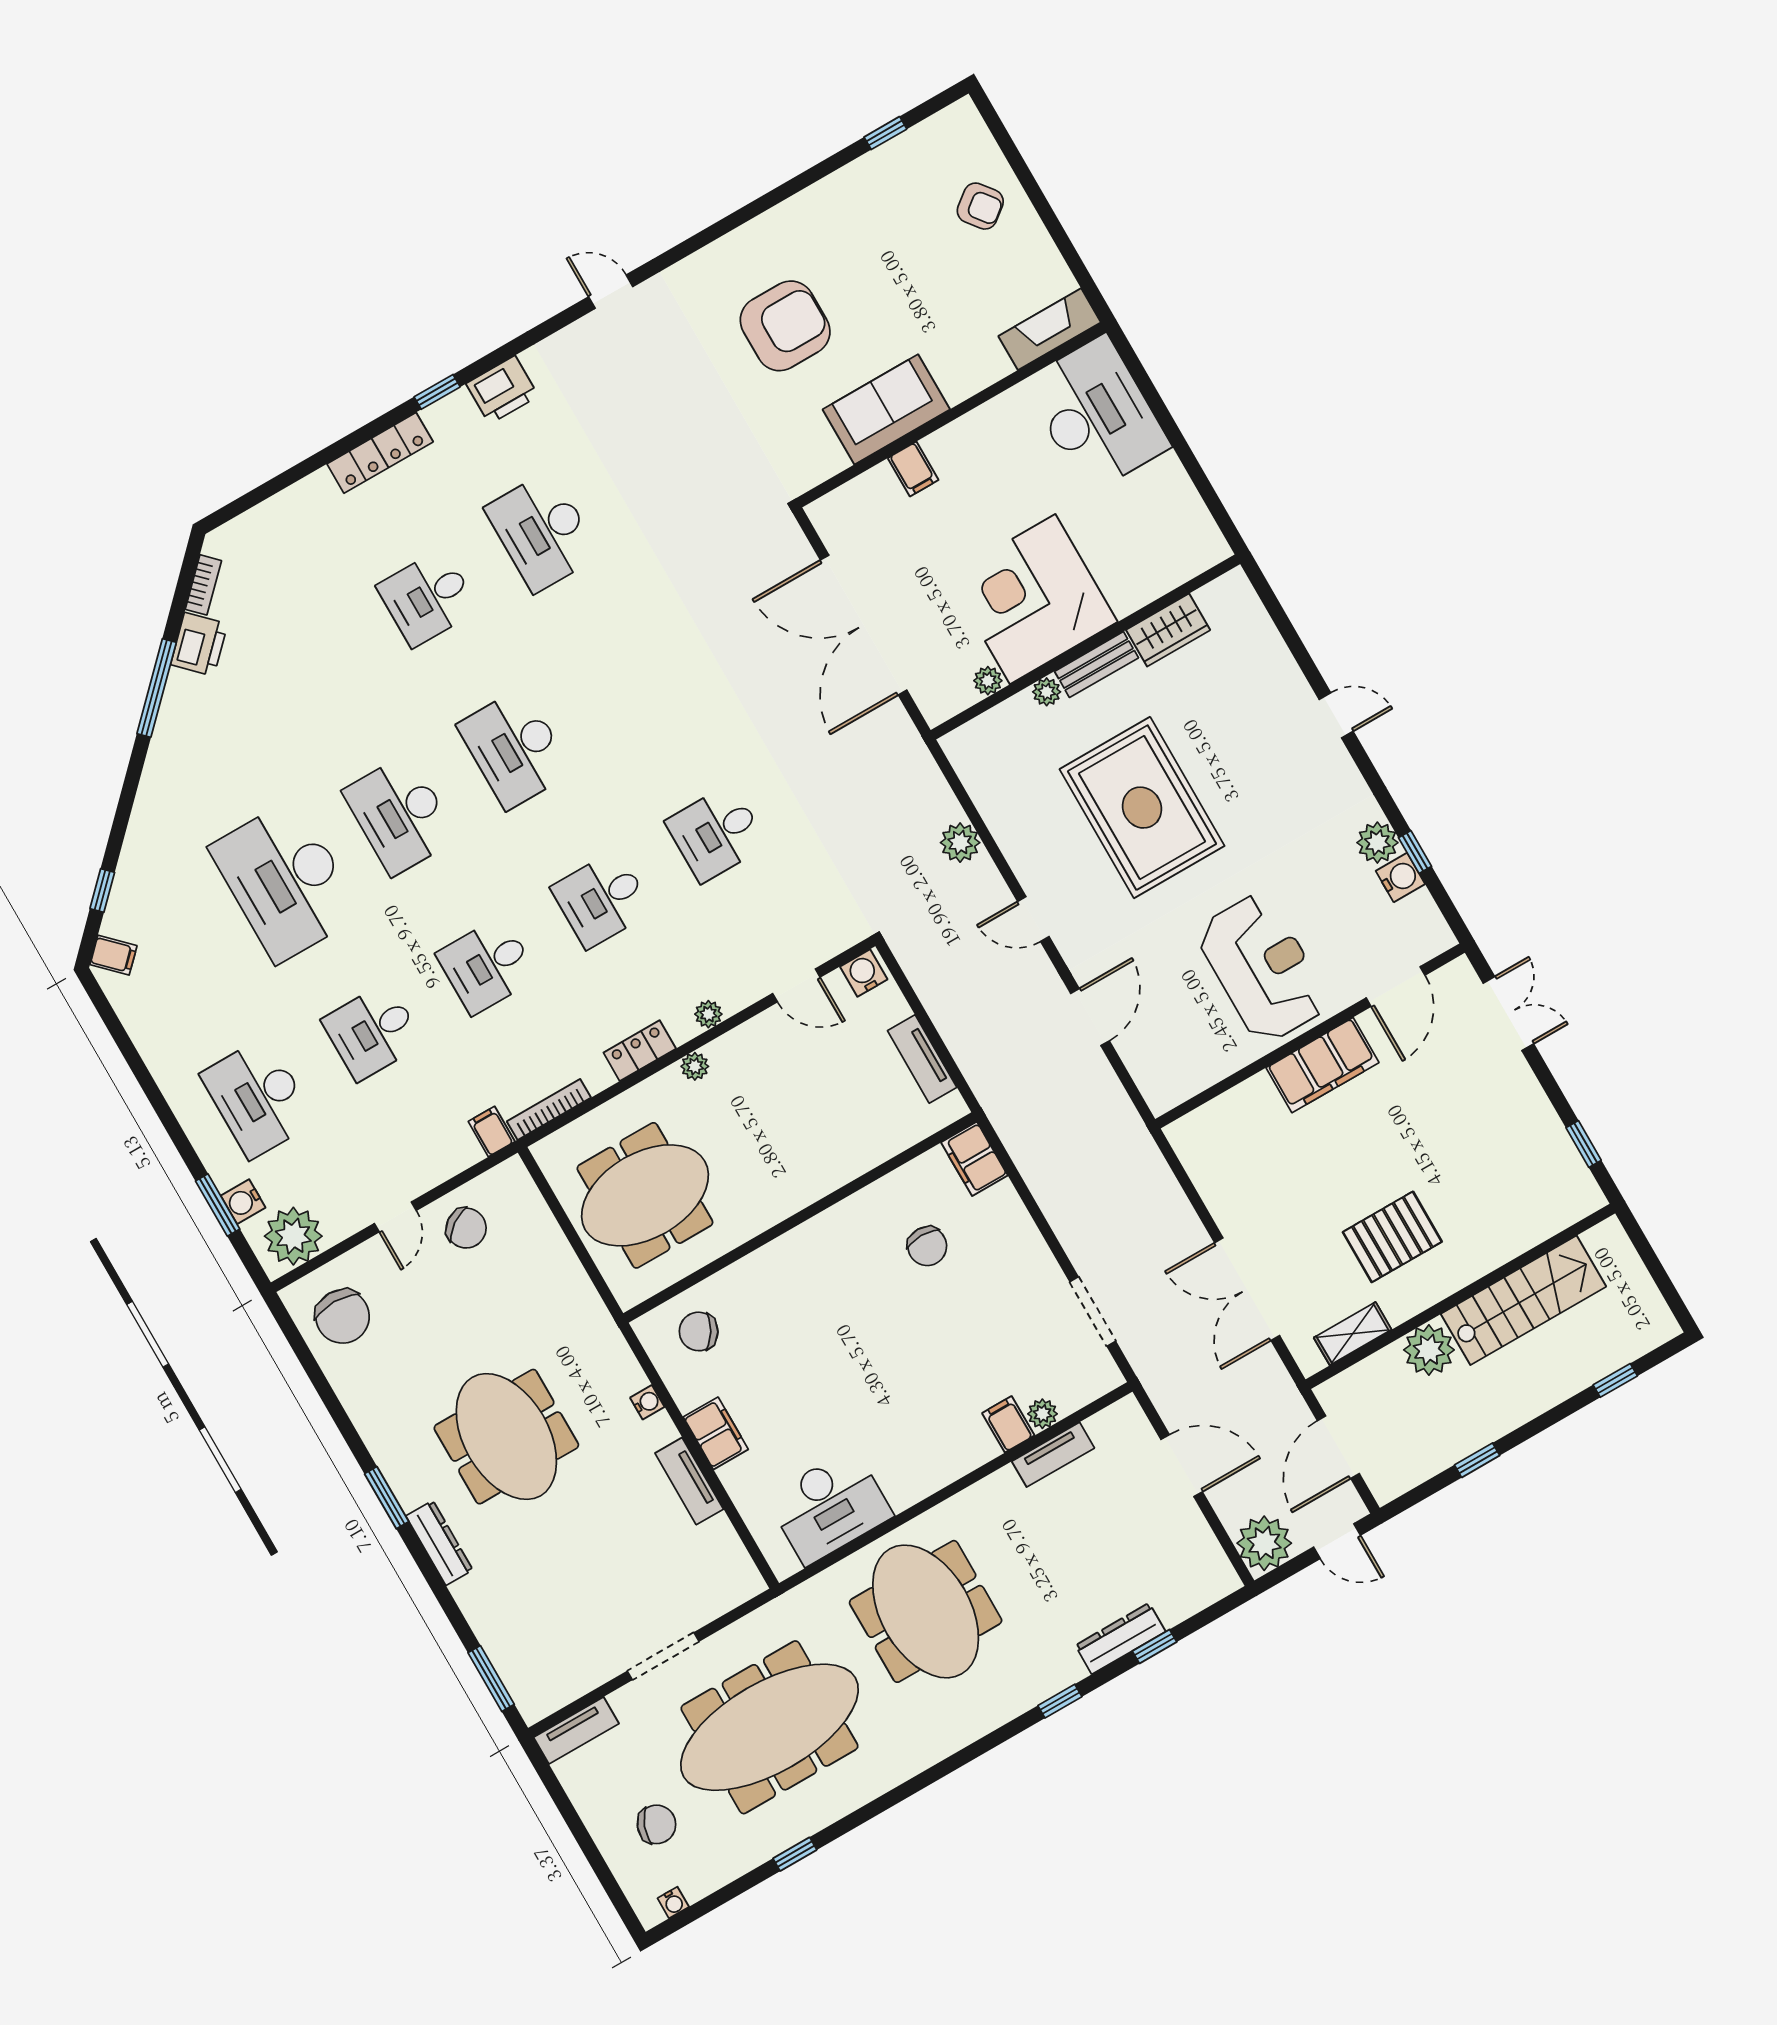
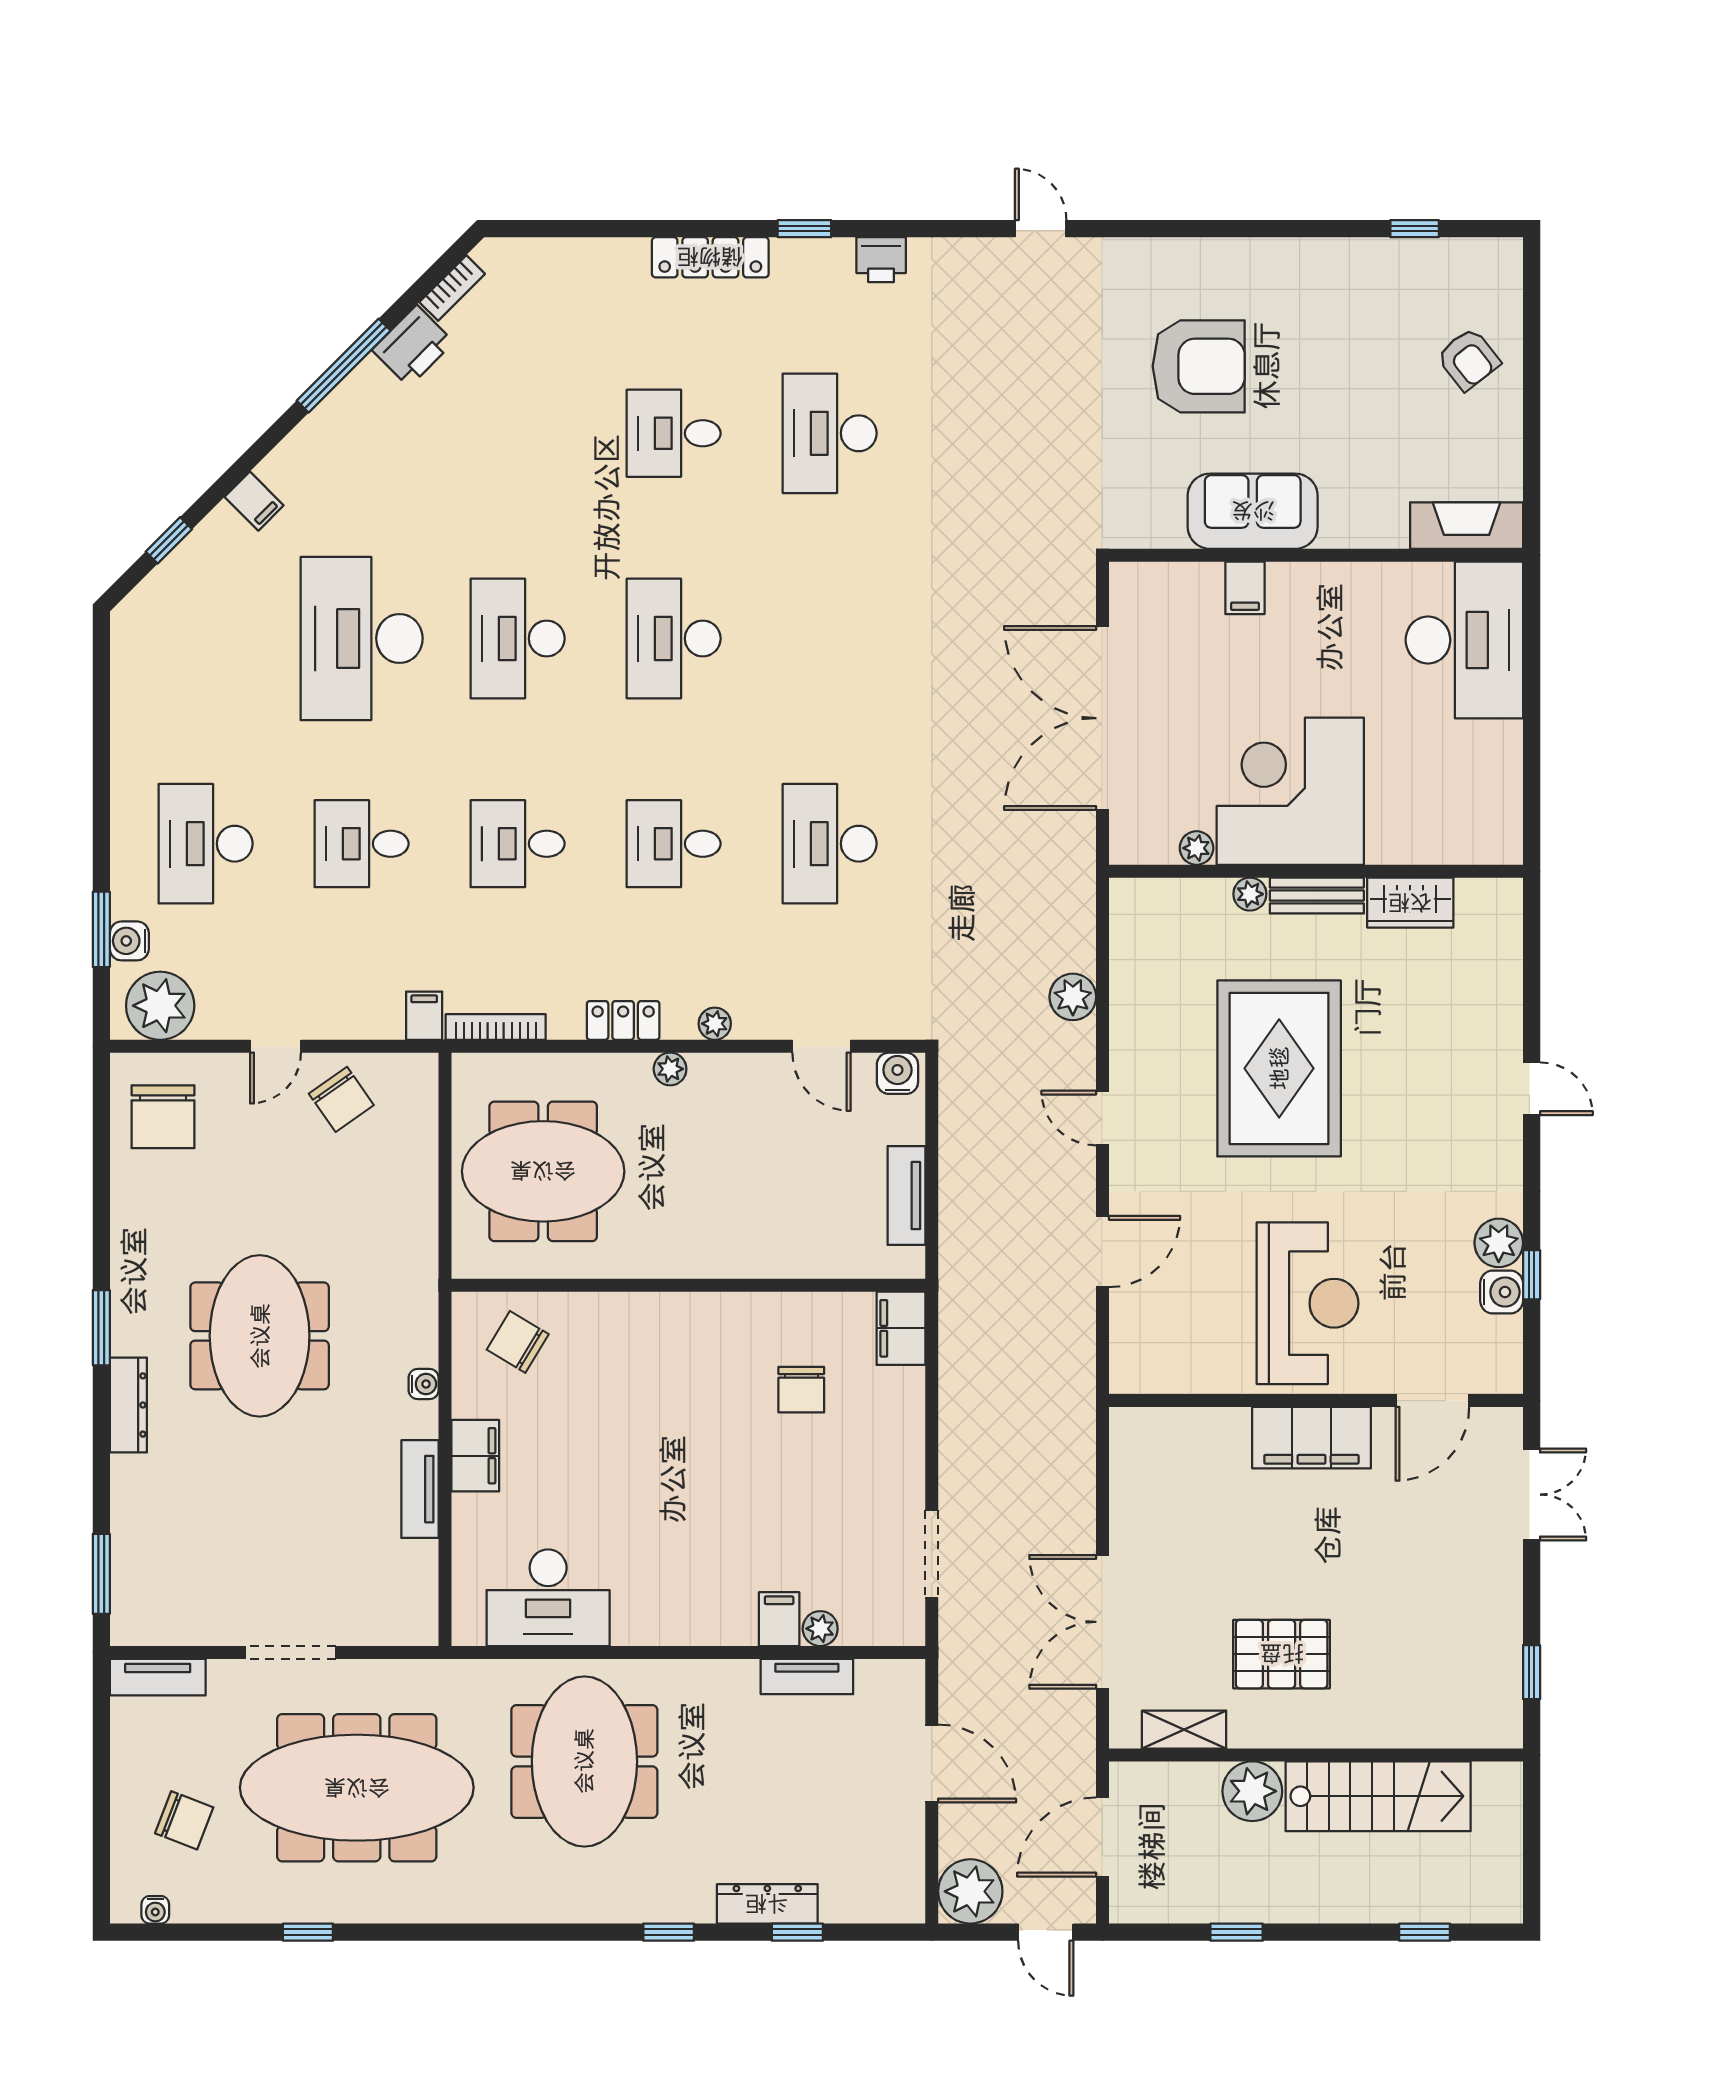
printer: (502, 390) -> (881, 260), width x0.73, depth x0.81
desk: (716, 833) -> (830, 844), width x1.37
filing cabinet: (114, 955) -> (254, 501), moved

